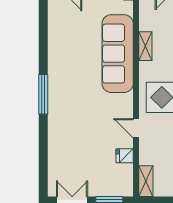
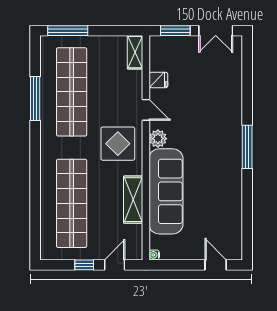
shelving: (145, 46) -> (133, 200), width x1.50, depth x1.33
plant: (125, 102) -> (158, 139), added

